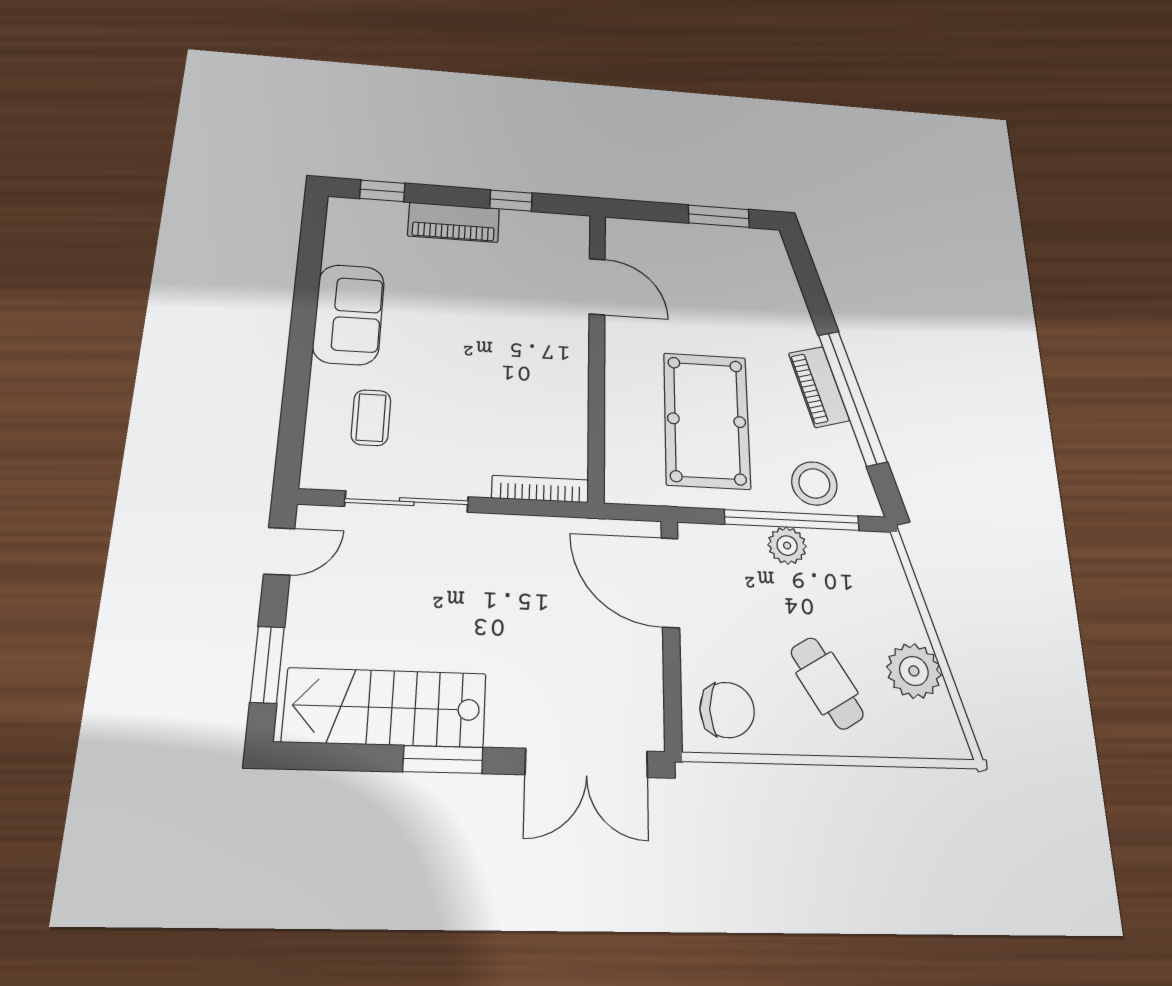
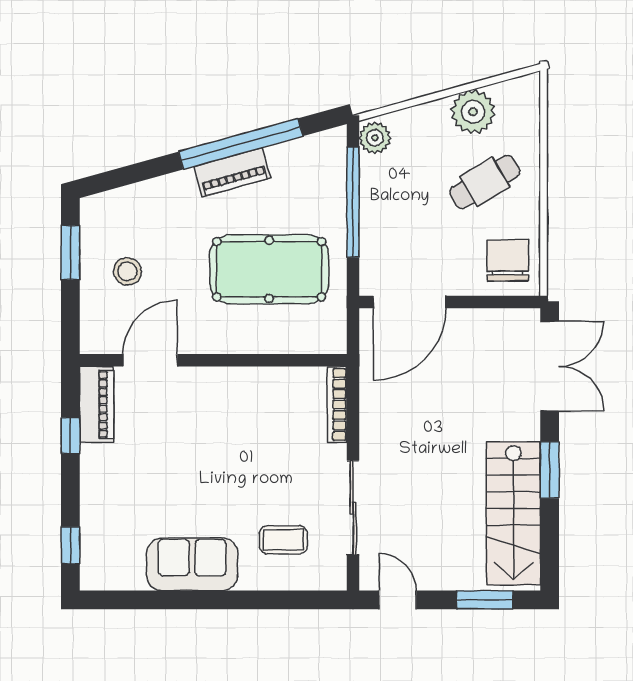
piano: (454, 222) -> (97, 405), moved
stool: (814, 483) -> (127, 271), moved, width x0.73, depth x0.73
plant: (787, 546) -> (375, 138), moved

